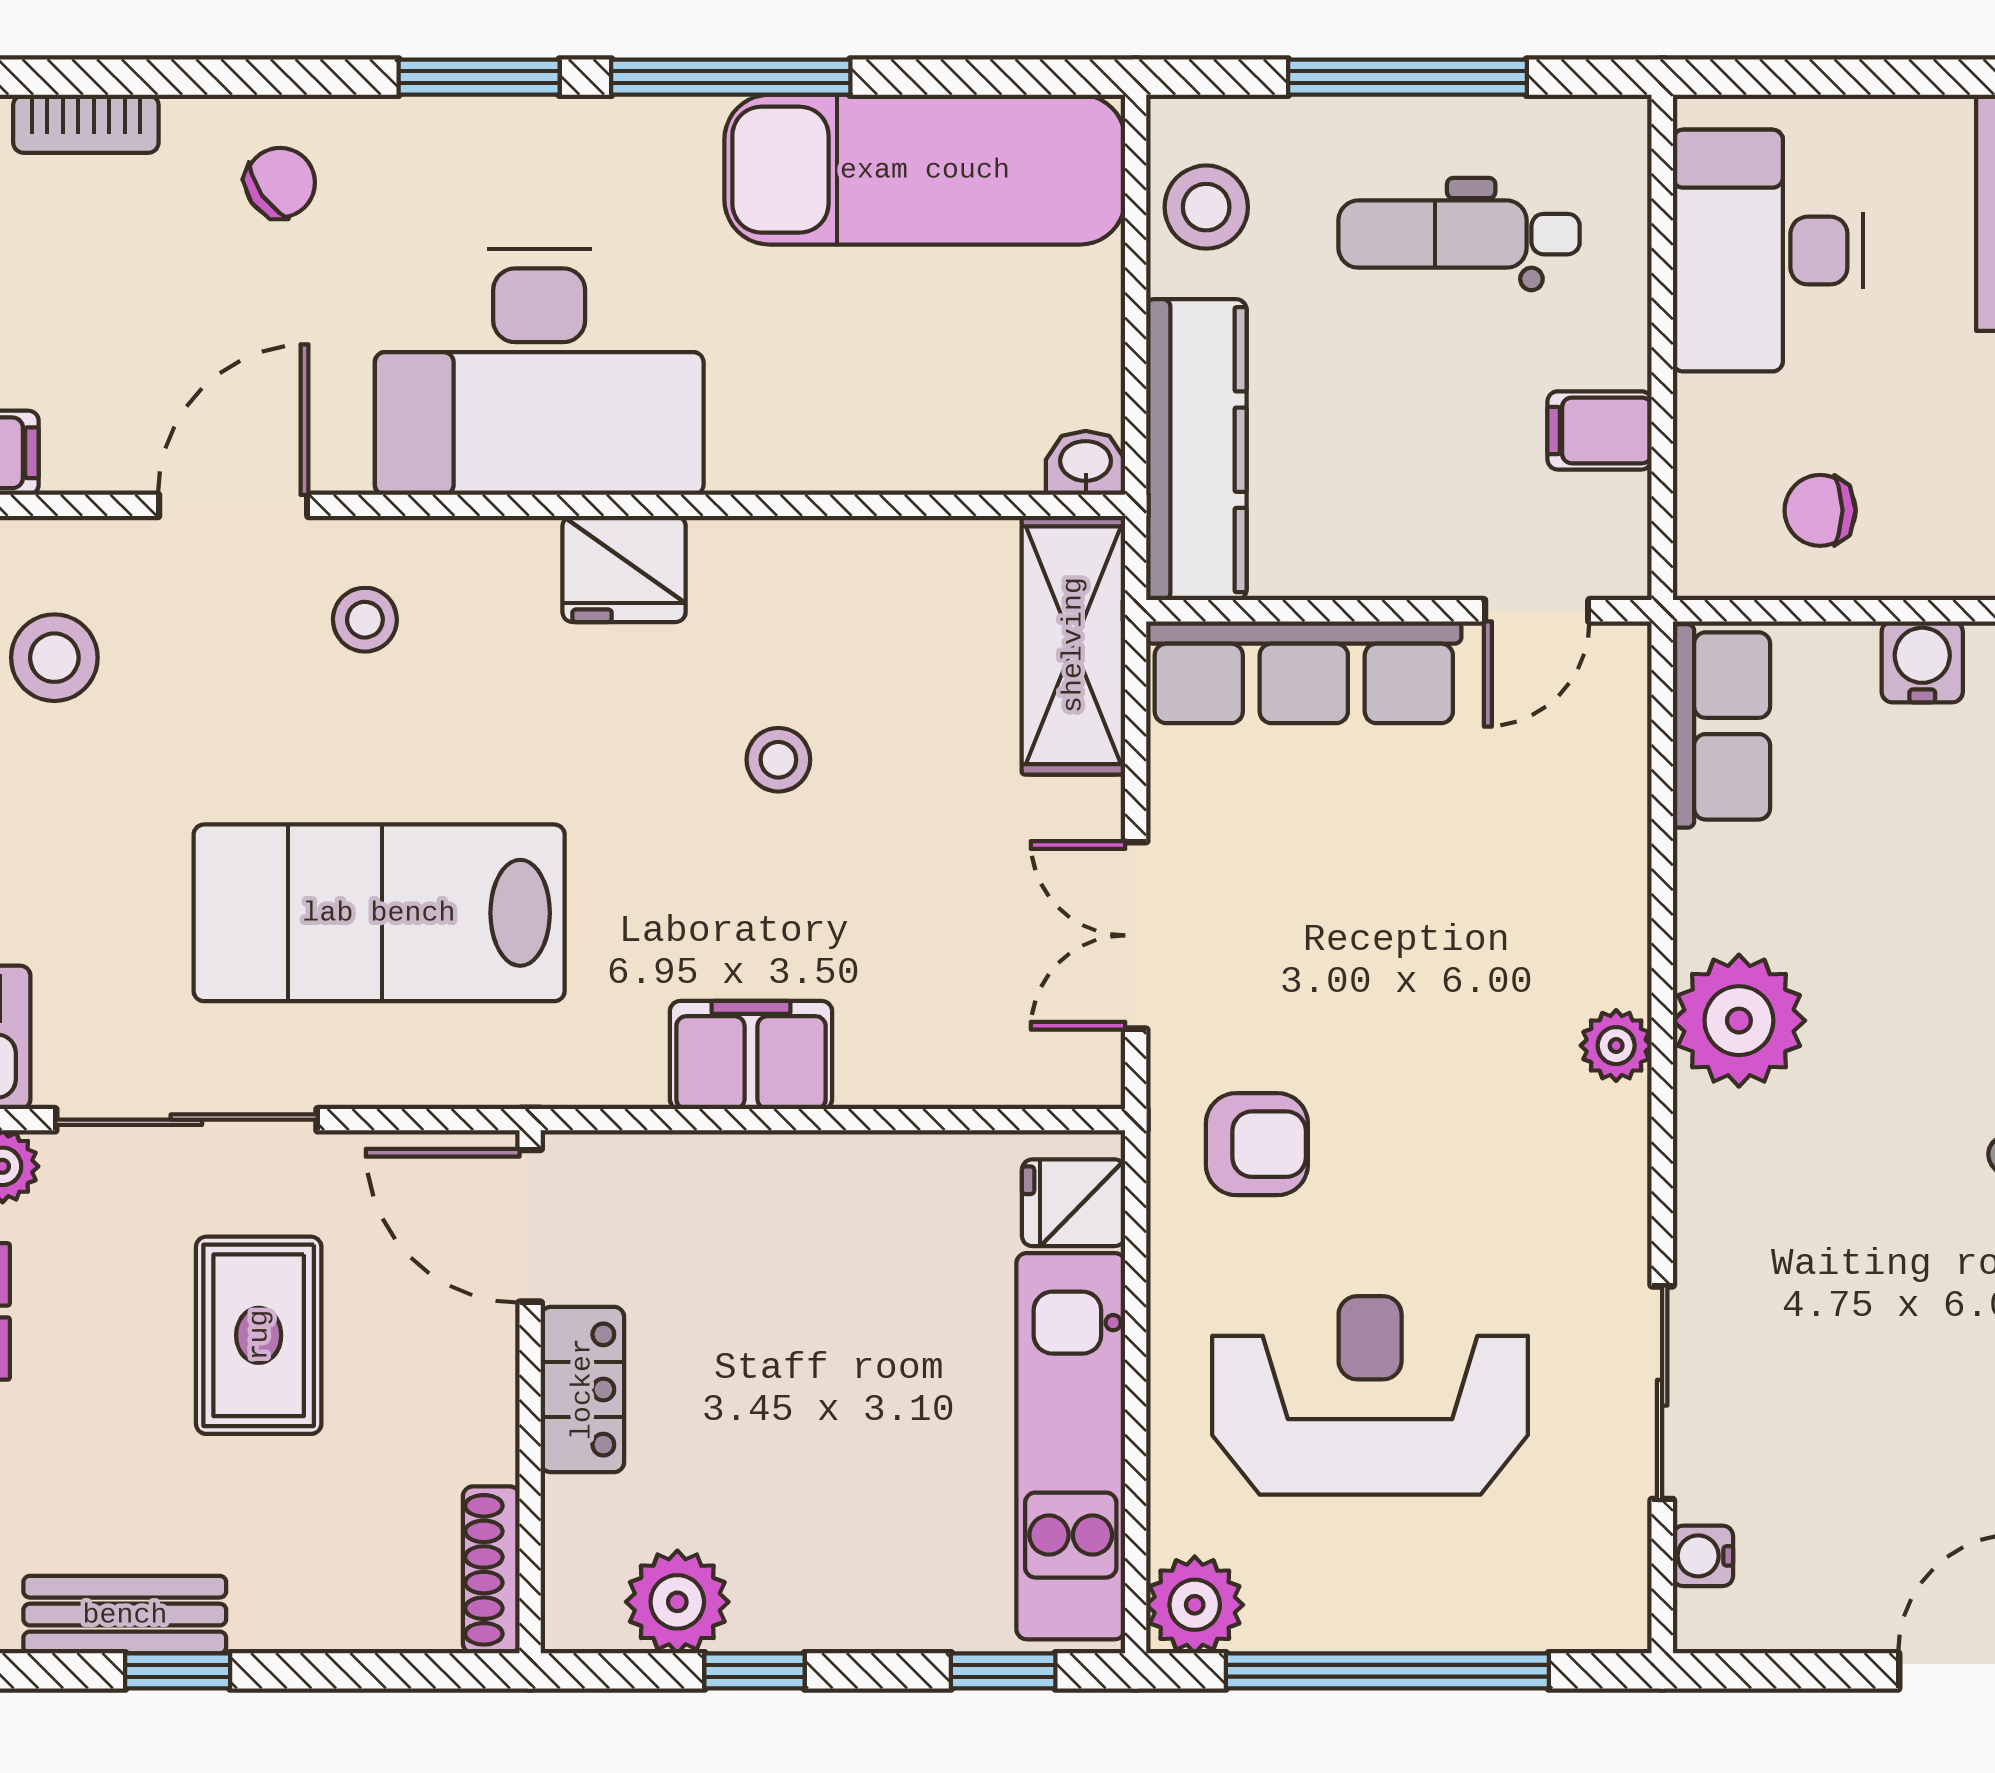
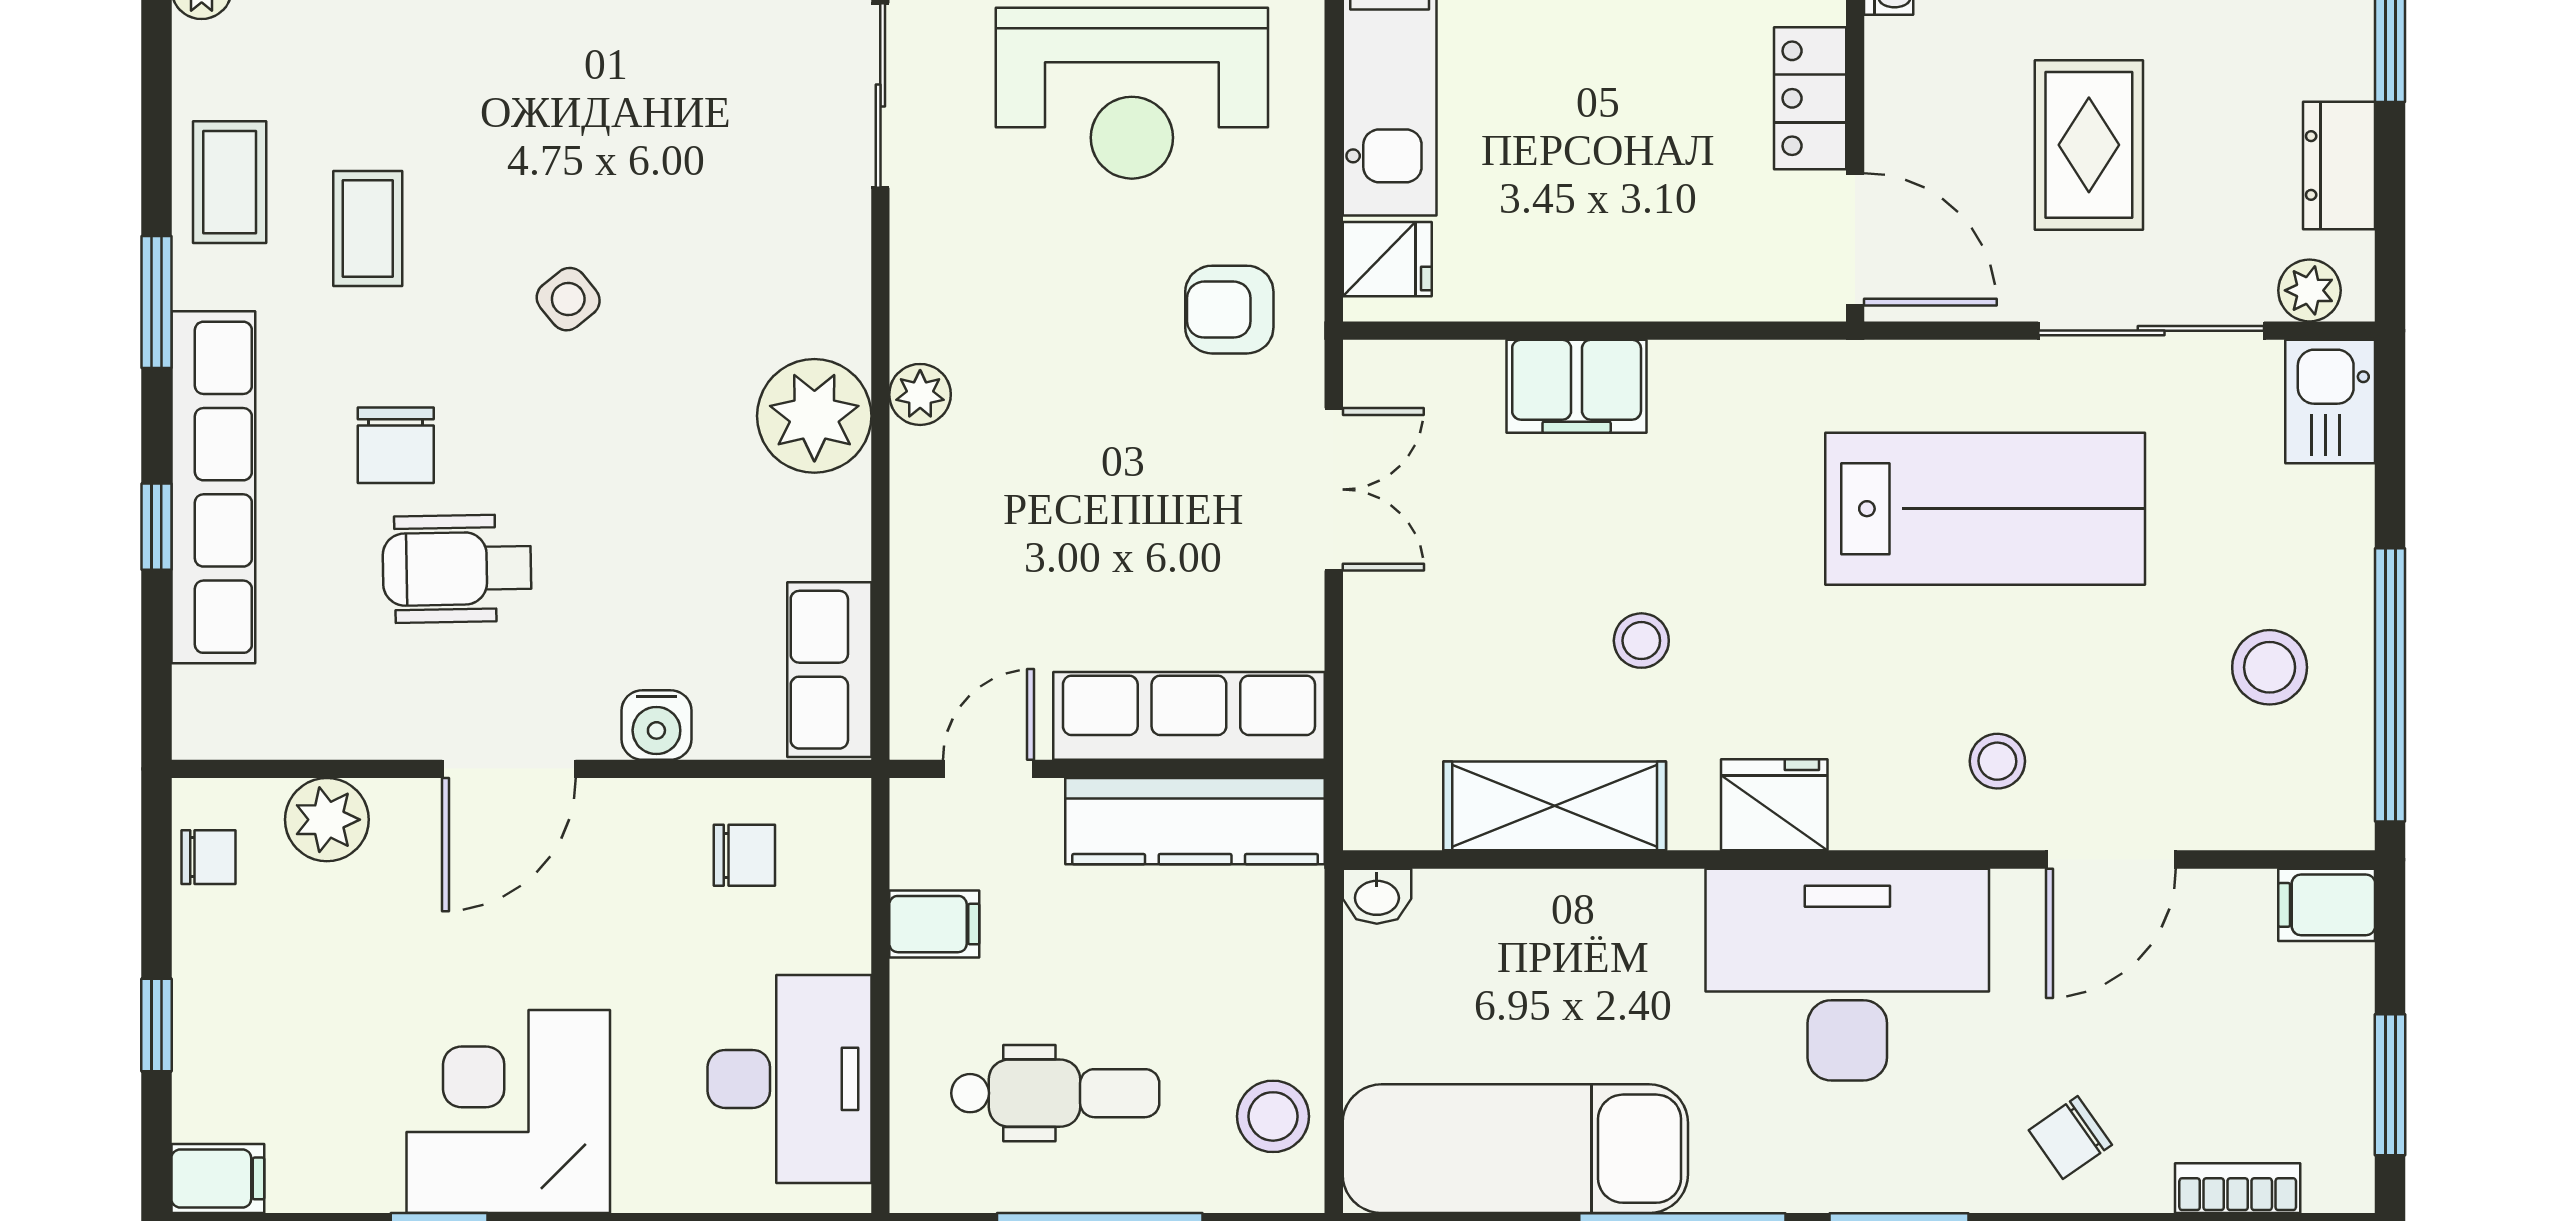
kitchen counter: (1196, 450) -> (1195, 821), moved, turned -90
shelving: (1073, 645) -> (1555, 806), moved, turned 90
stool: (54, 658) -> (2270, 667), moved
filing cabinet: (751, 1055) -> (1577, 386), moved

